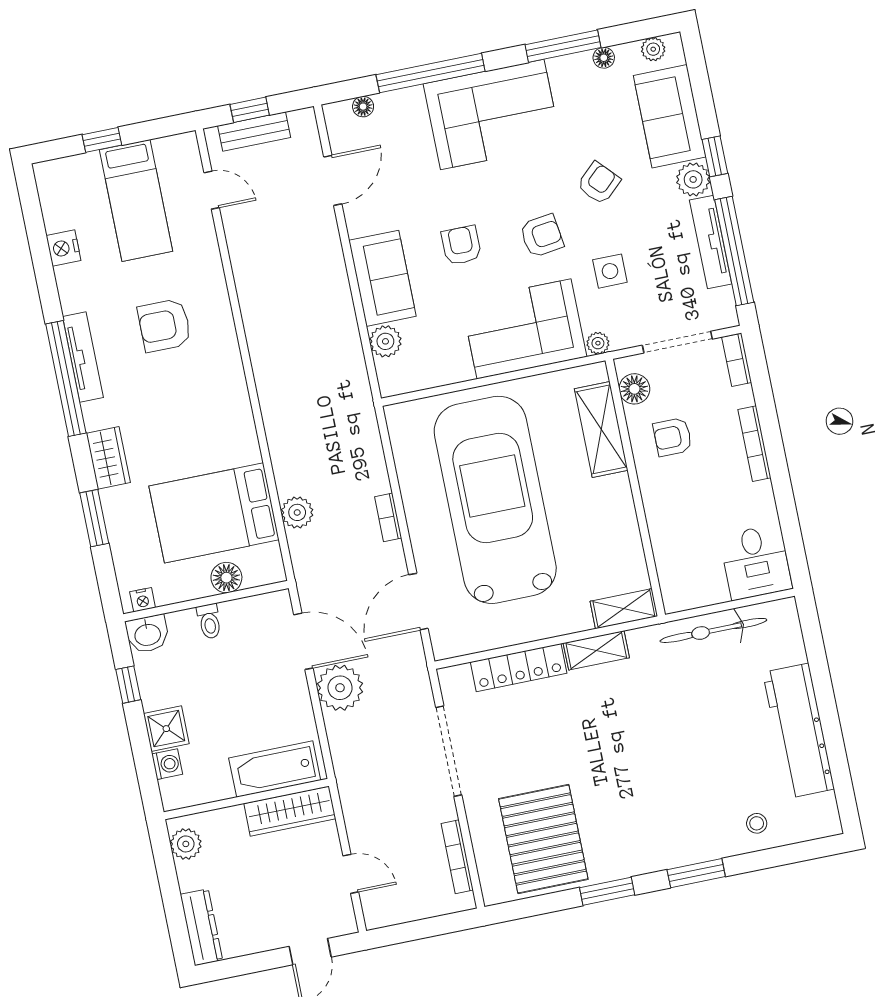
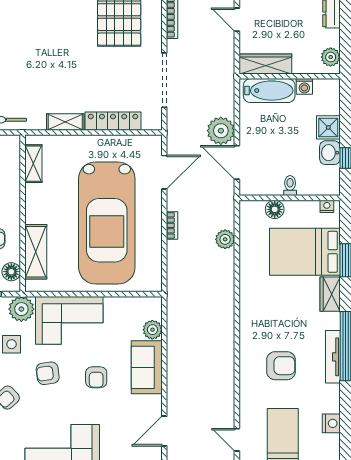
plant: (598, 343) -> (21, 309), width x1.88, depth x1.88
bed: (214, 513) -> (305, 252), moved, turned 180
shelving: (624, 609) -> (33, 164), moved, turned 90
washbasin: (148, 634) -> (330, 153), moved, turned -90
washing machine: (167, 764) -> (304, 86), moved, turned -90

